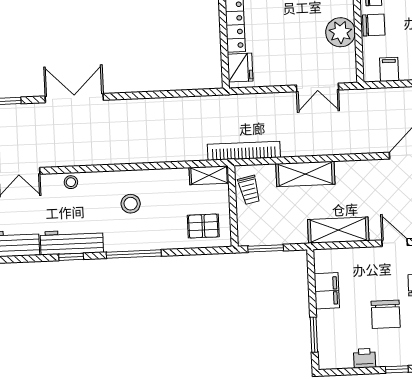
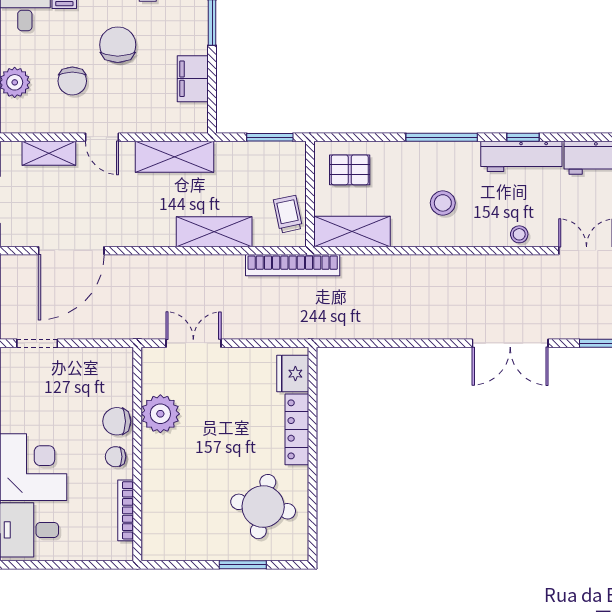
filing cabinet: (389, 69) -> (99, 363), removed
shelving: (209, 175) -> (352, 232), width x1.50, depth x1.33

